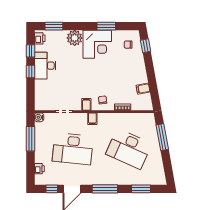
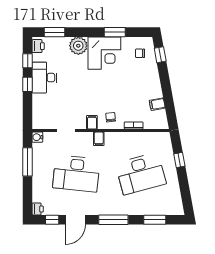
window: (162, 137) -> (179, 160), width x0.46
desk: (129, 149) -> (141, 174), turned -39
printer: (39, 169) -> (38, 209), moved

